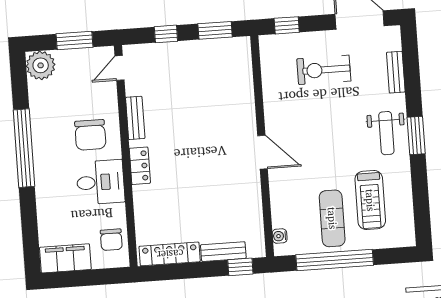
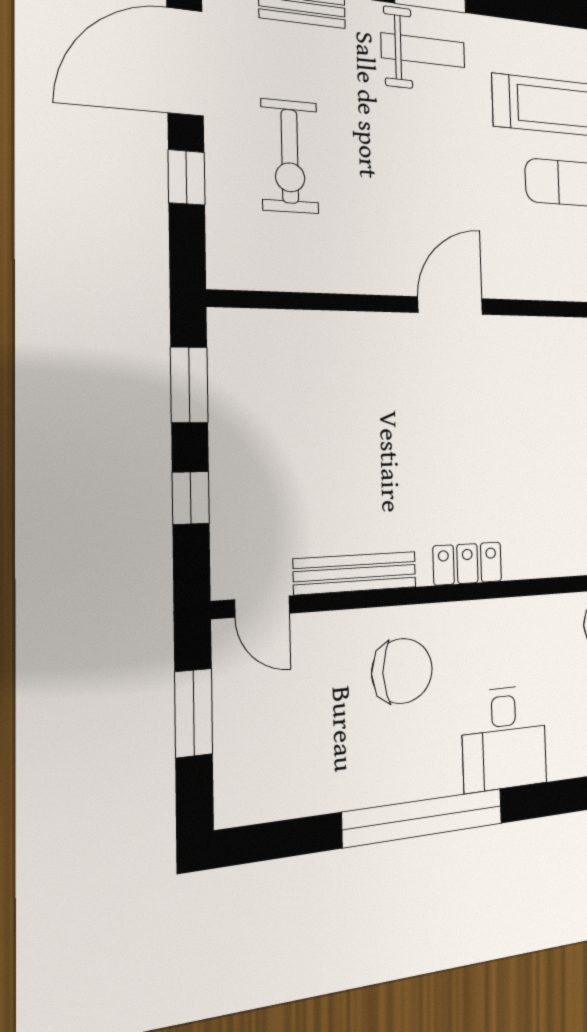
window: (287, 25) -> (187, 177), moved
plant: (41, 65) -> (247, 791), removed
bench: (135, 118) -> (355, 573), width x1.36
desk: (100, 182) -> (504, 738), moved, turned 180

